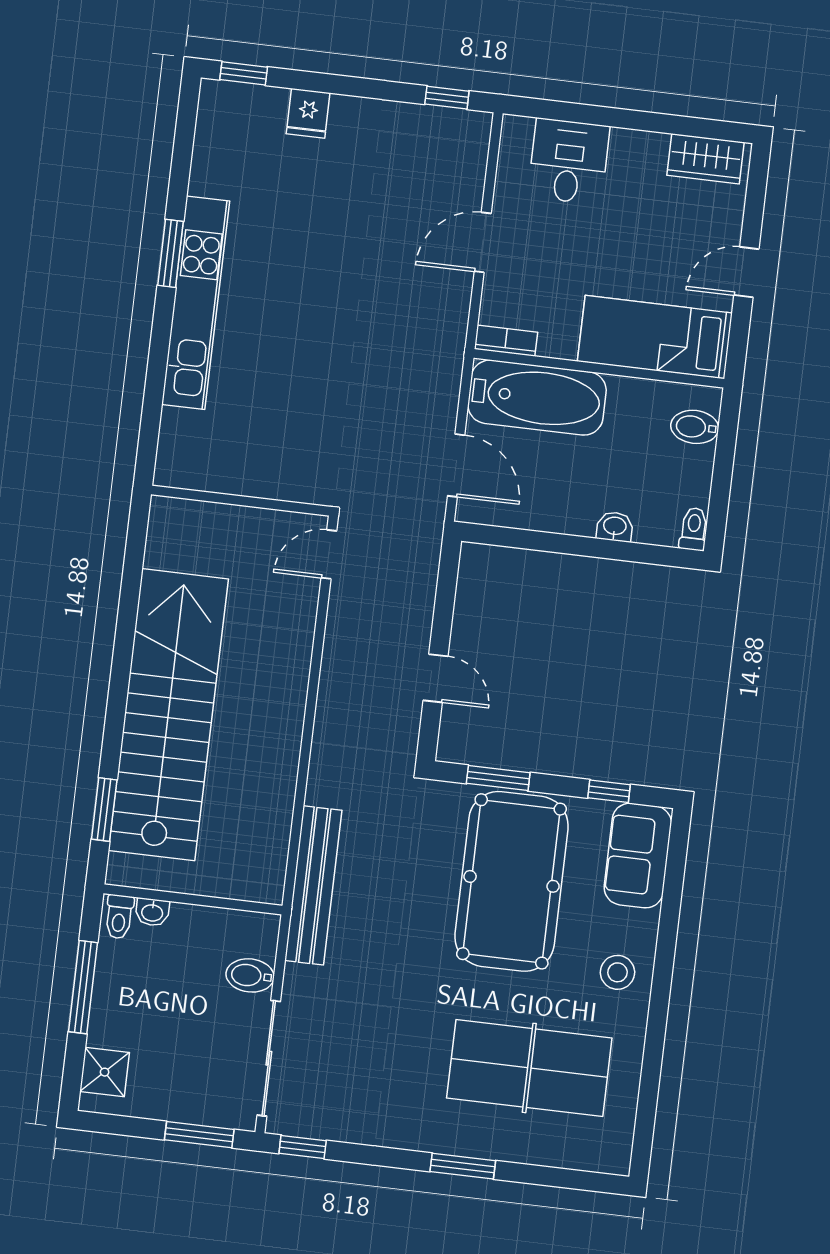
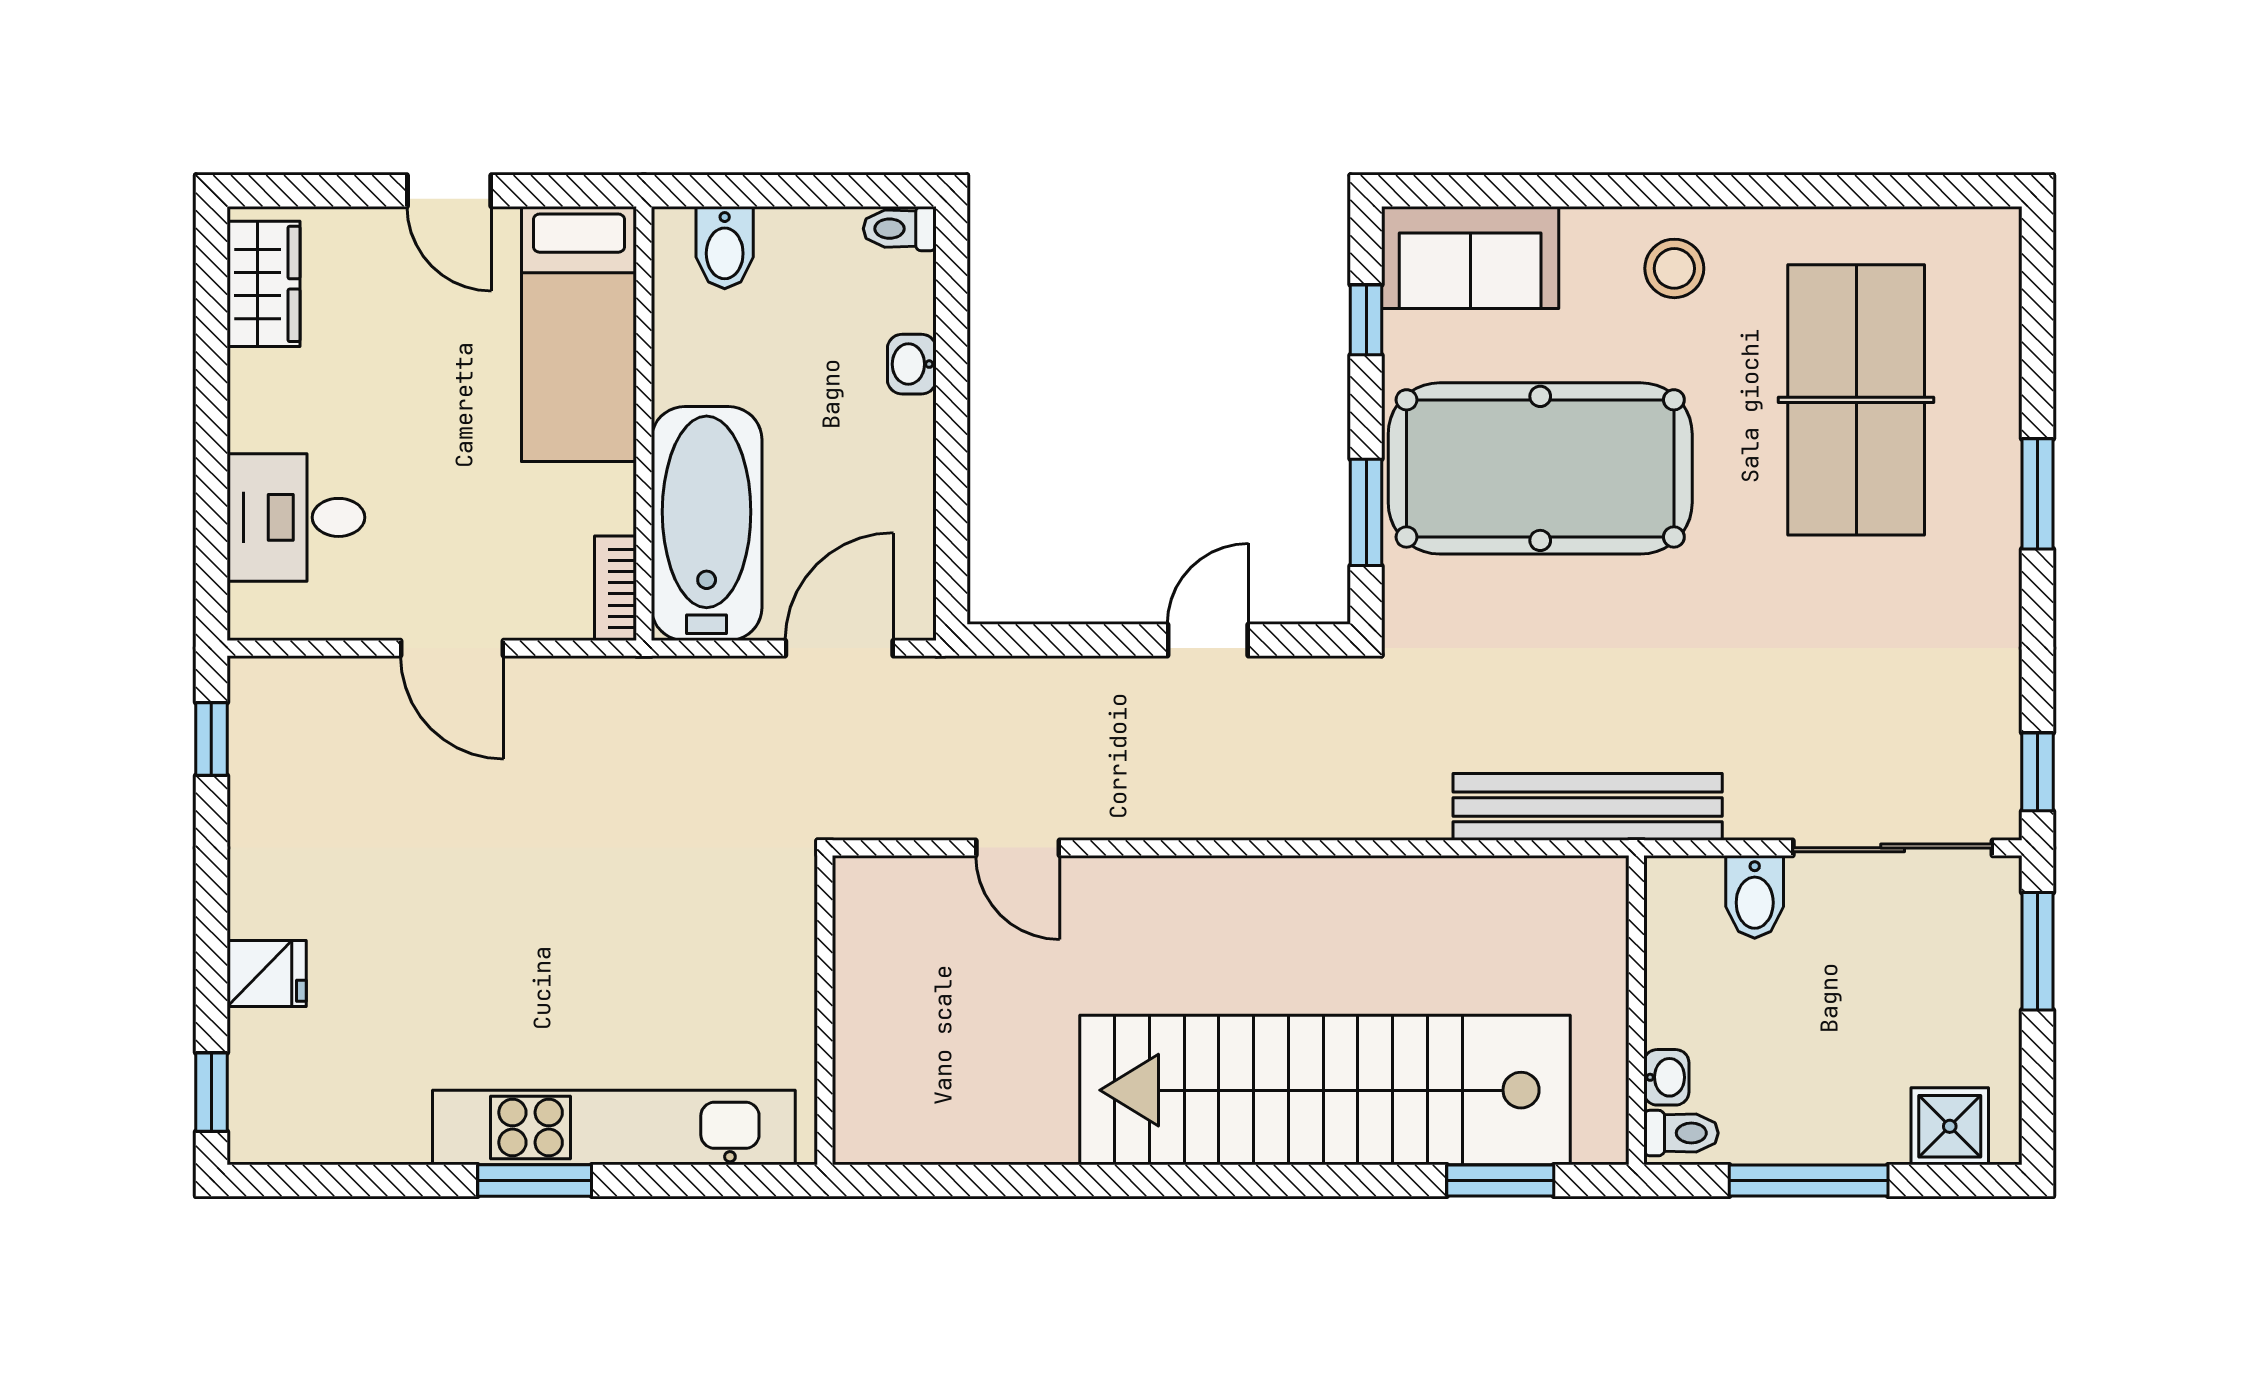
wall: (241, 501) -> (825, 1010), moved

